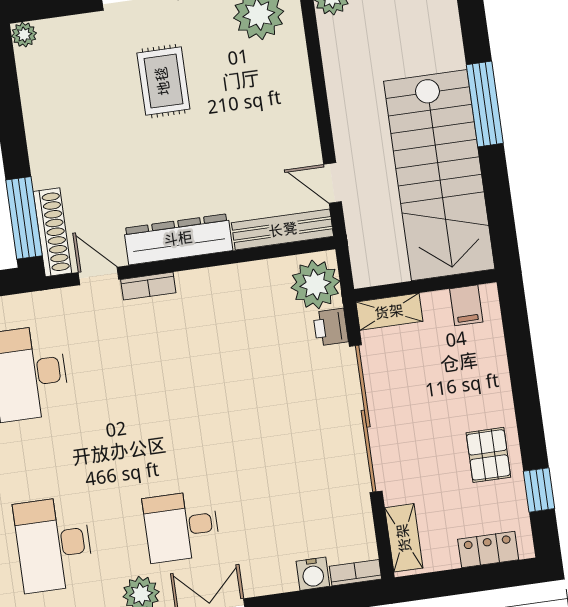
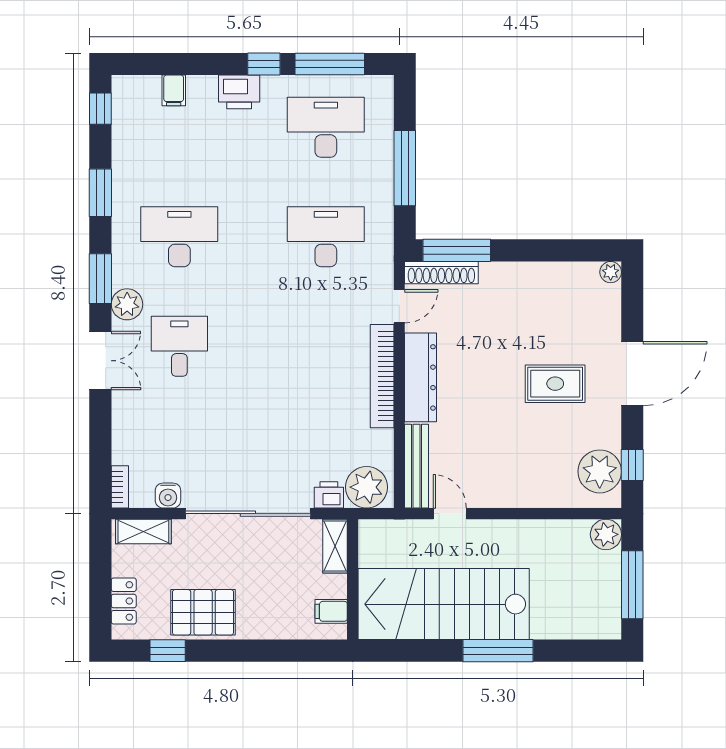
door: (333, 183) -> (450, 514), hinge flipped
bookcase: (148, 286) -> (382, 376), width x2.31, depth x1.31
pallet: (488, 455) -> (203, 612), width x1.50, depth x1.42
water cooler: (313, 574) -> (168, 496), moved, turned -90

